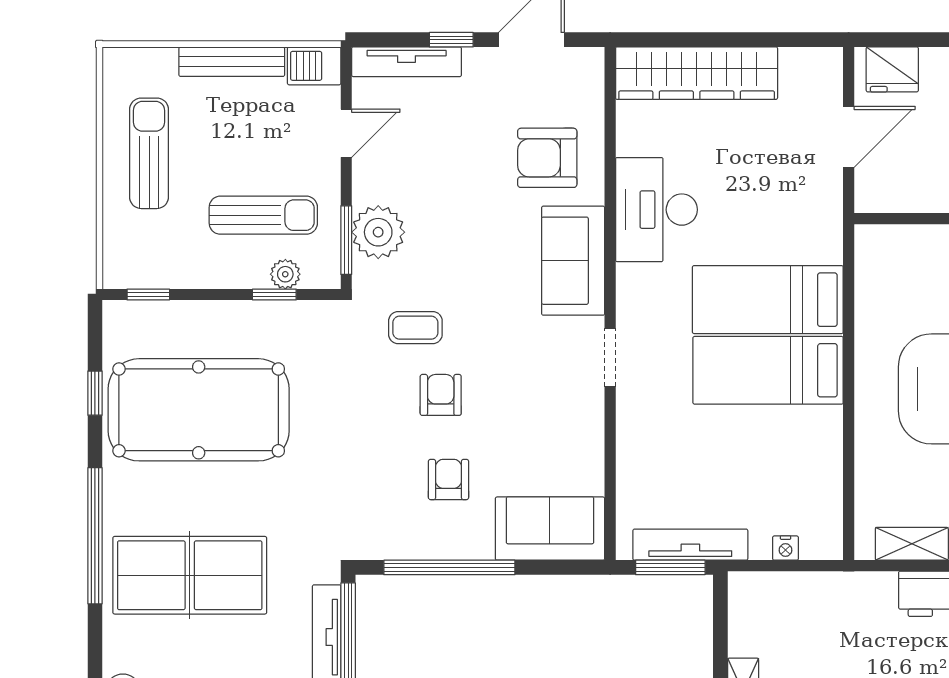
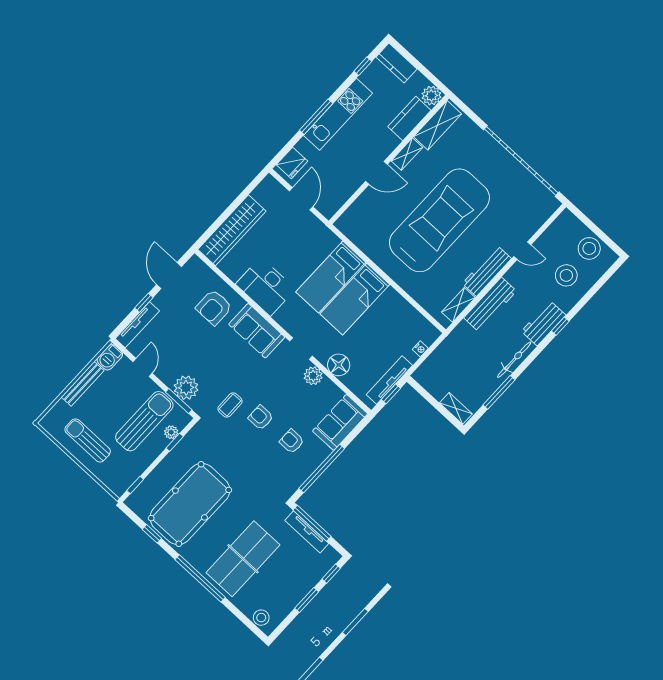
sun lounger: (263, 215) -> (144, 421), width x1.36, depth x1.34
plant: (584, 417) -> (313, 376), added
floor lamp: (639, 442) -> (339, 365), added
window: (670, 567) -> (391, 394), width x0.67

